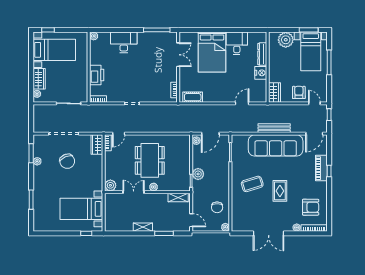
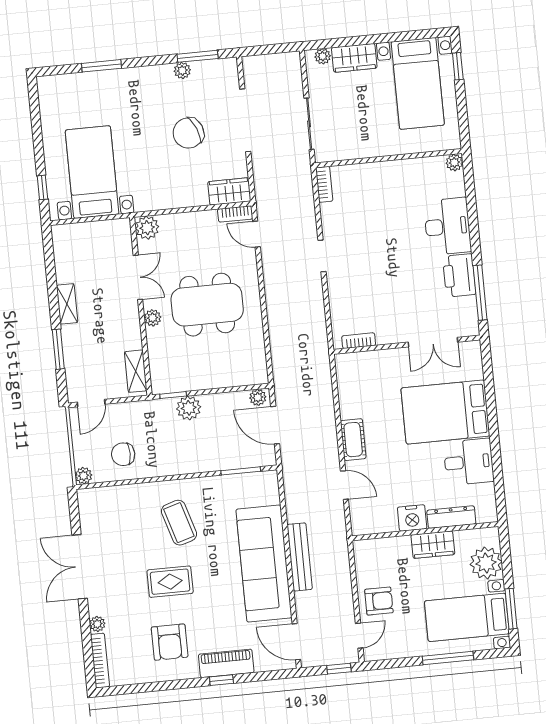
printer: (97, 75) -> (459, 275), moved, turned 90
wardrobe: (275, 92) -> (433, 545), moved
cot: (193, 97) -> (353, 440), moved
armchair: (311, 207) -> (170, 642), moved

